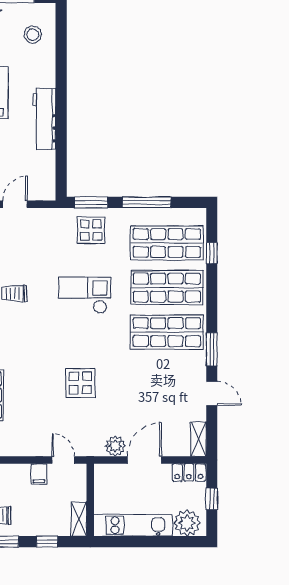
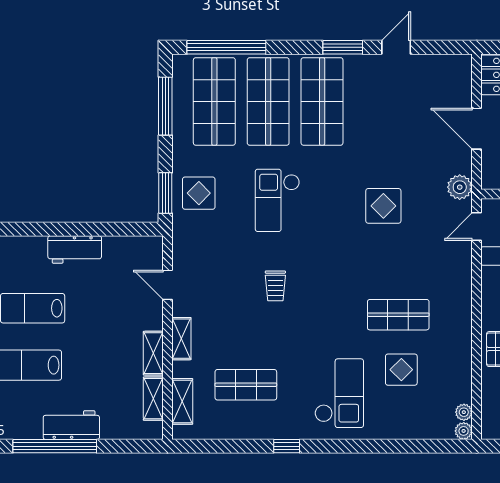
workbench: (44, 119) -> (75, 250), width x0.73
window: (147, 202) -> (165, 106), moved
window: (212, 253) -> (226, 47), width x3.17
shelving: (198, 439) -> (451, 63), removed
plant: (115, 446) -> (460, 187), moved

